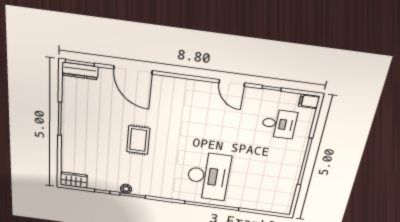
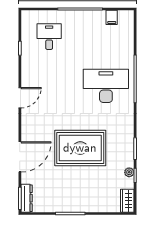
door: (232, 83) -> (20, 98), moved
filing cabinet: (309, 101) -> (112, 17), moved
rug: (138, 140) -> (80, 148), width x1.86, depth x2.06
plant: (126, 189) -> (129, 172), moved

